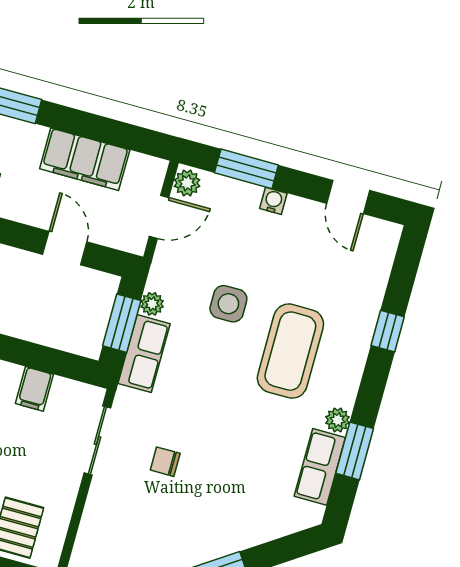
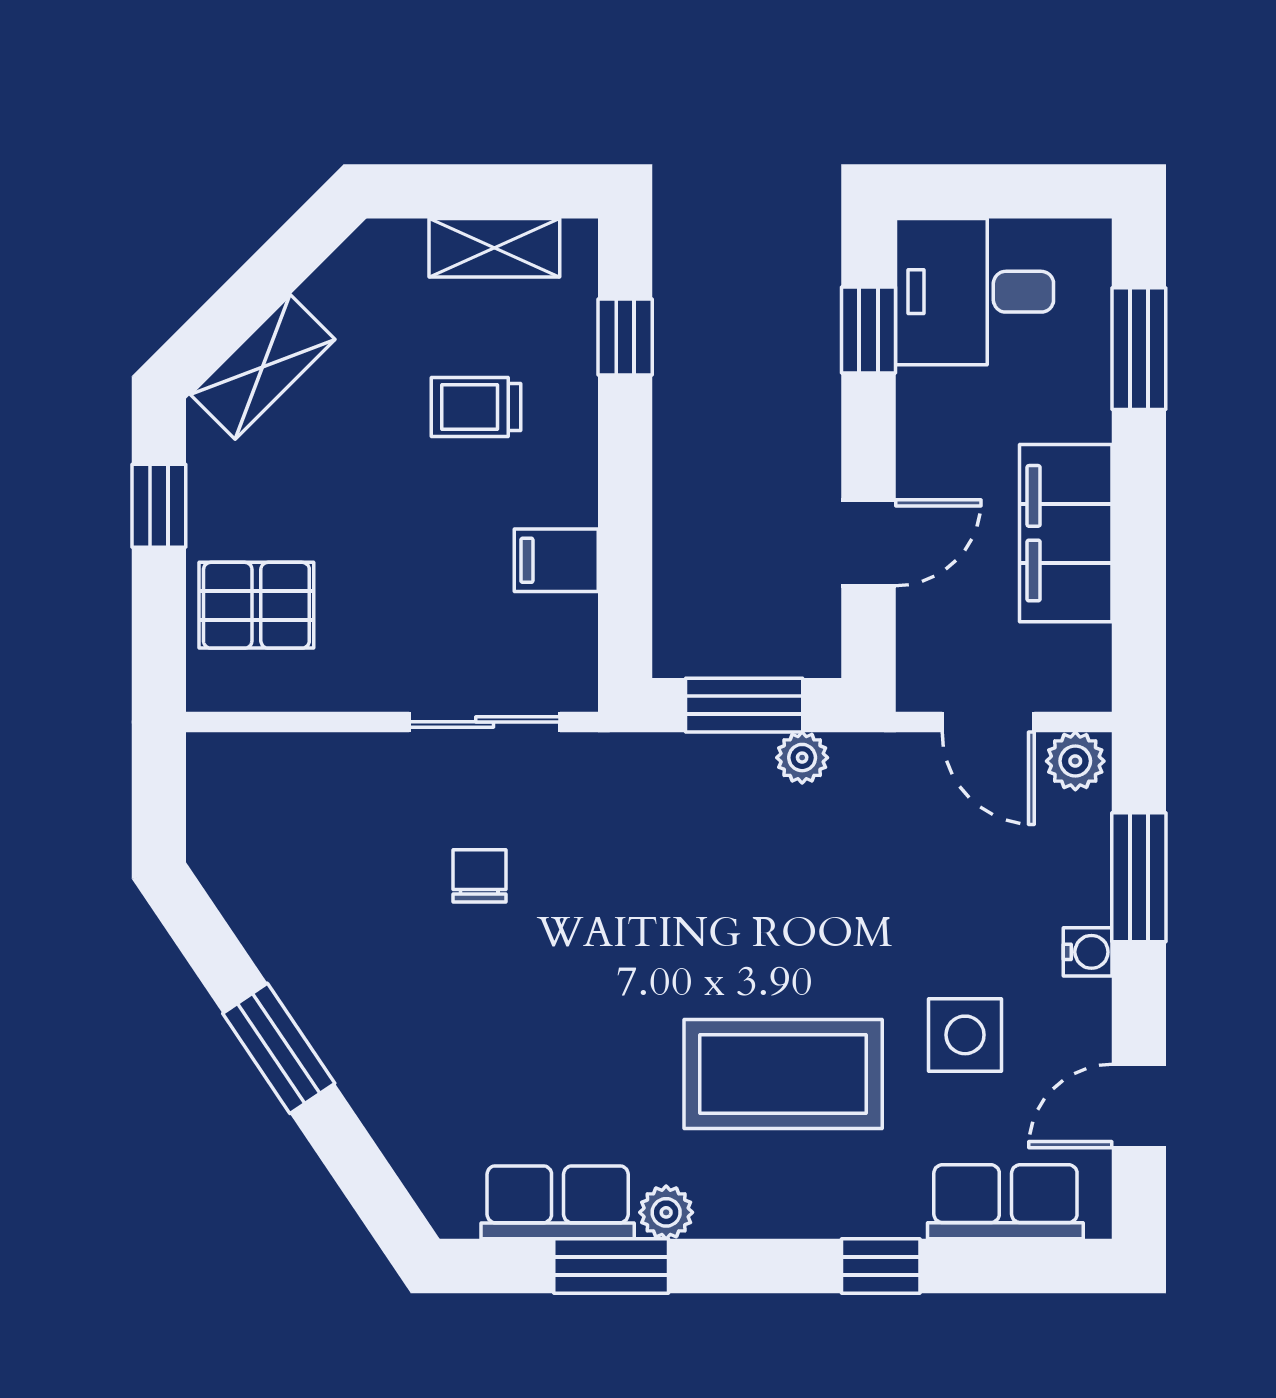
side table: (228, 304) -> (965, 1035), moved
row of seats: (144, 354) -> (1005, 1202), moved, turned 180

